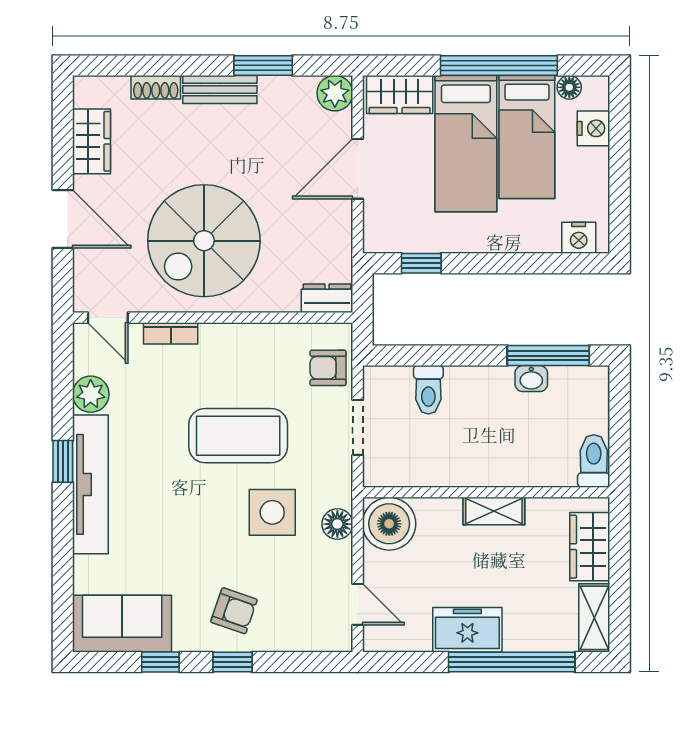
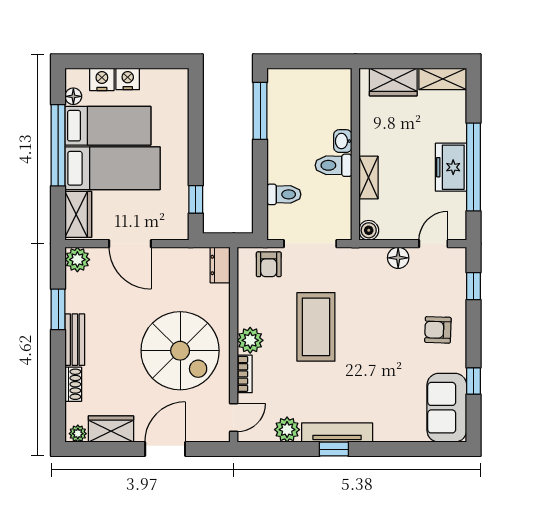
plant: (85, 94) -> (78, 434), added
nightstand: (579, 238) -> (128, 79), moved, turned -90
plant: (219, 341) -> (250, 340), added
washbasin: (531, 379) -> (343, 141), moved, turned 180
doorway: (358, 427) -> (310, 244), width x1.38
toilet: (594, 461) -> (334, 165), moved
tv unit: (90, 484) -> (337, 433), width x0.73, depth x0.78
shelving: (494, 511) -> (368, 178), moved
side table: (272, 512) -> (369, 303), removed
floor lamp: (337, 524) -> (398, 258), moved
boiler: (389, 524) -> (369, 230), width x0.54, depth x0.54
armchair: (234, 611) -> (438, 330), turned -107
window: (232, 662) -> (474, 286), moved
window: (512, 662) -> (474, 167), moved

